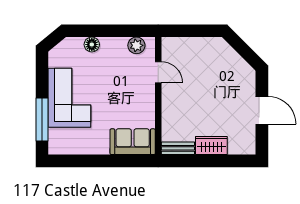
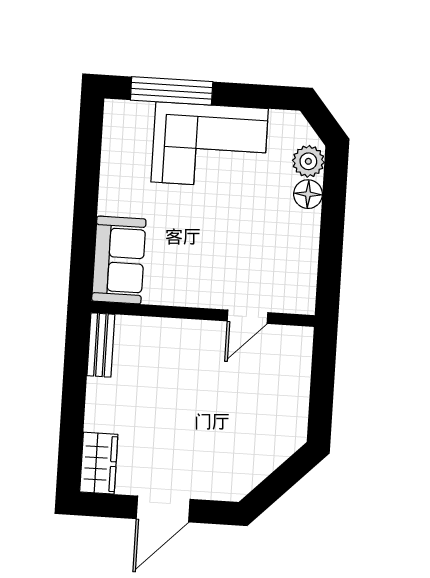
plant: (136, 45) -> (308, 161), moved
wardrobe: (211, 146) -> (99, 463), moved

